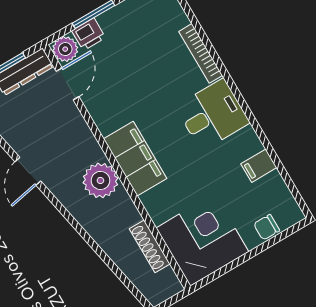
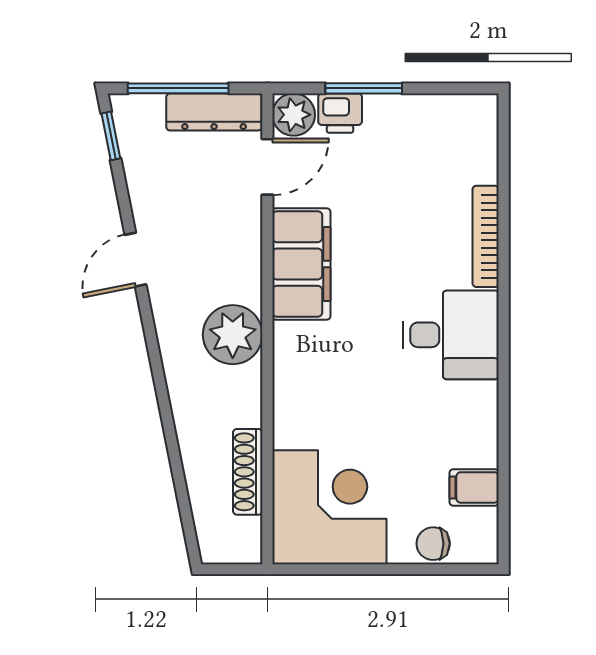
filing cabinet: (135, 159) -> (301, 264), moved
filing cabinet: (259, 166) -> (474, 487), moved

